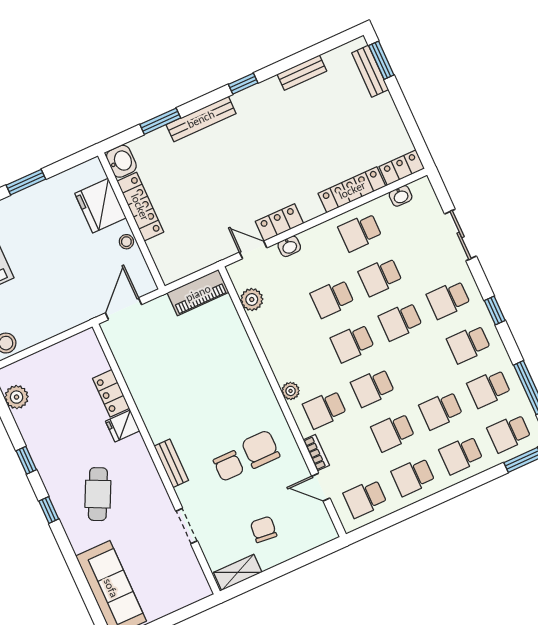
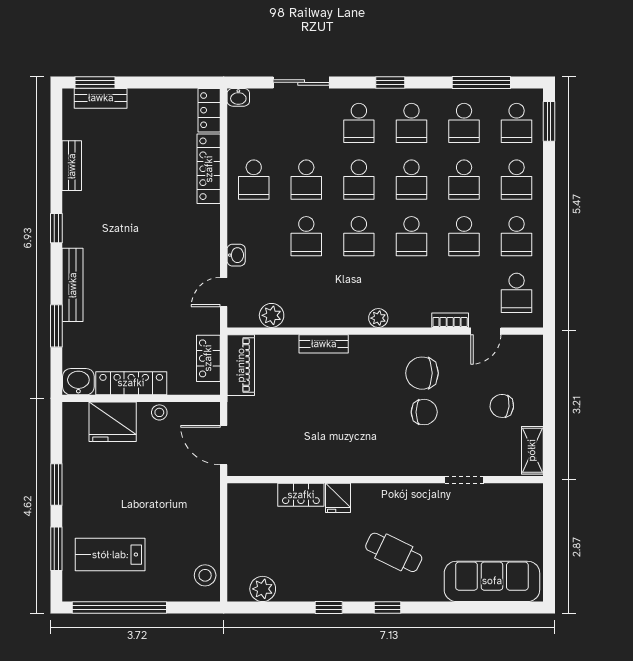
washbasin: (401, 196) -> (238, 97), moved, turned 90
locker: (279, 222) -> (208, 358), moved
school desk: (325, 409) -> (411, 180), moved
bench: (171, 463) -> (324, 344), moved

